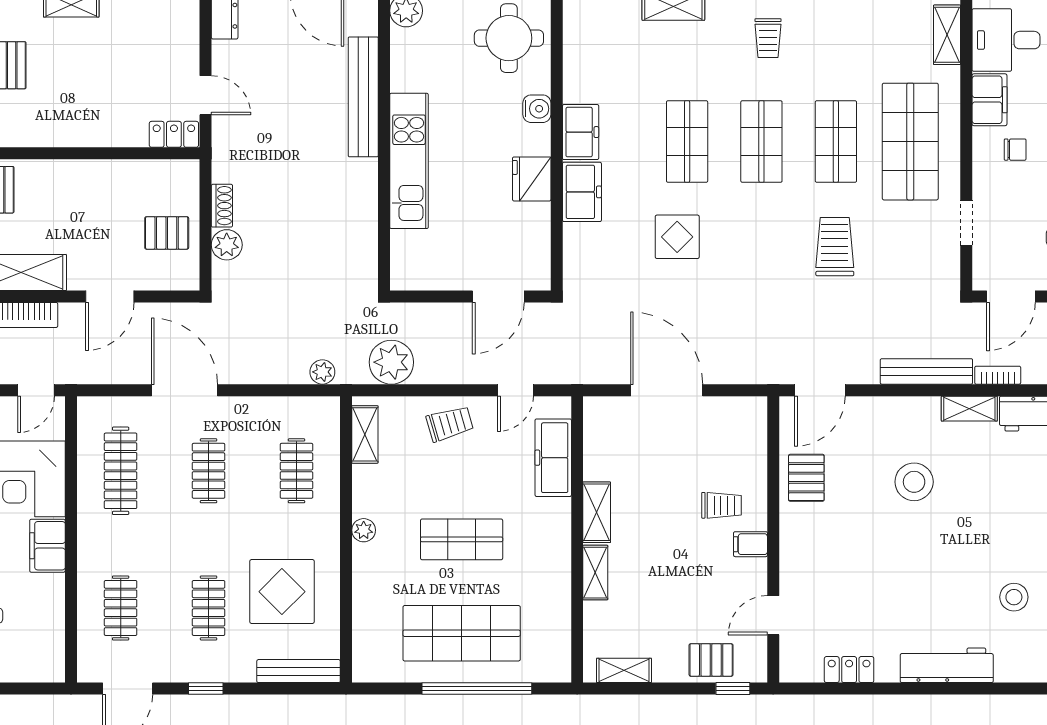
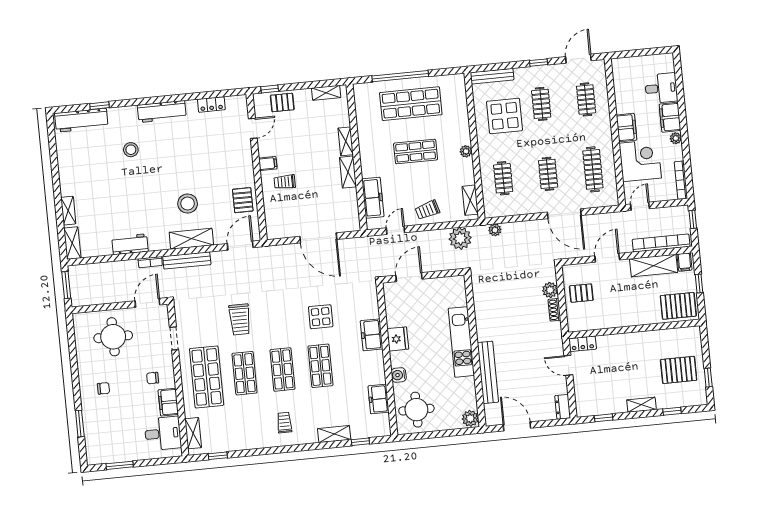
freezer: (581, 132) -> (379, 399), moved
shelving: (969, 409) -> (191, 239), moved, width x1.50, depth x1.33

